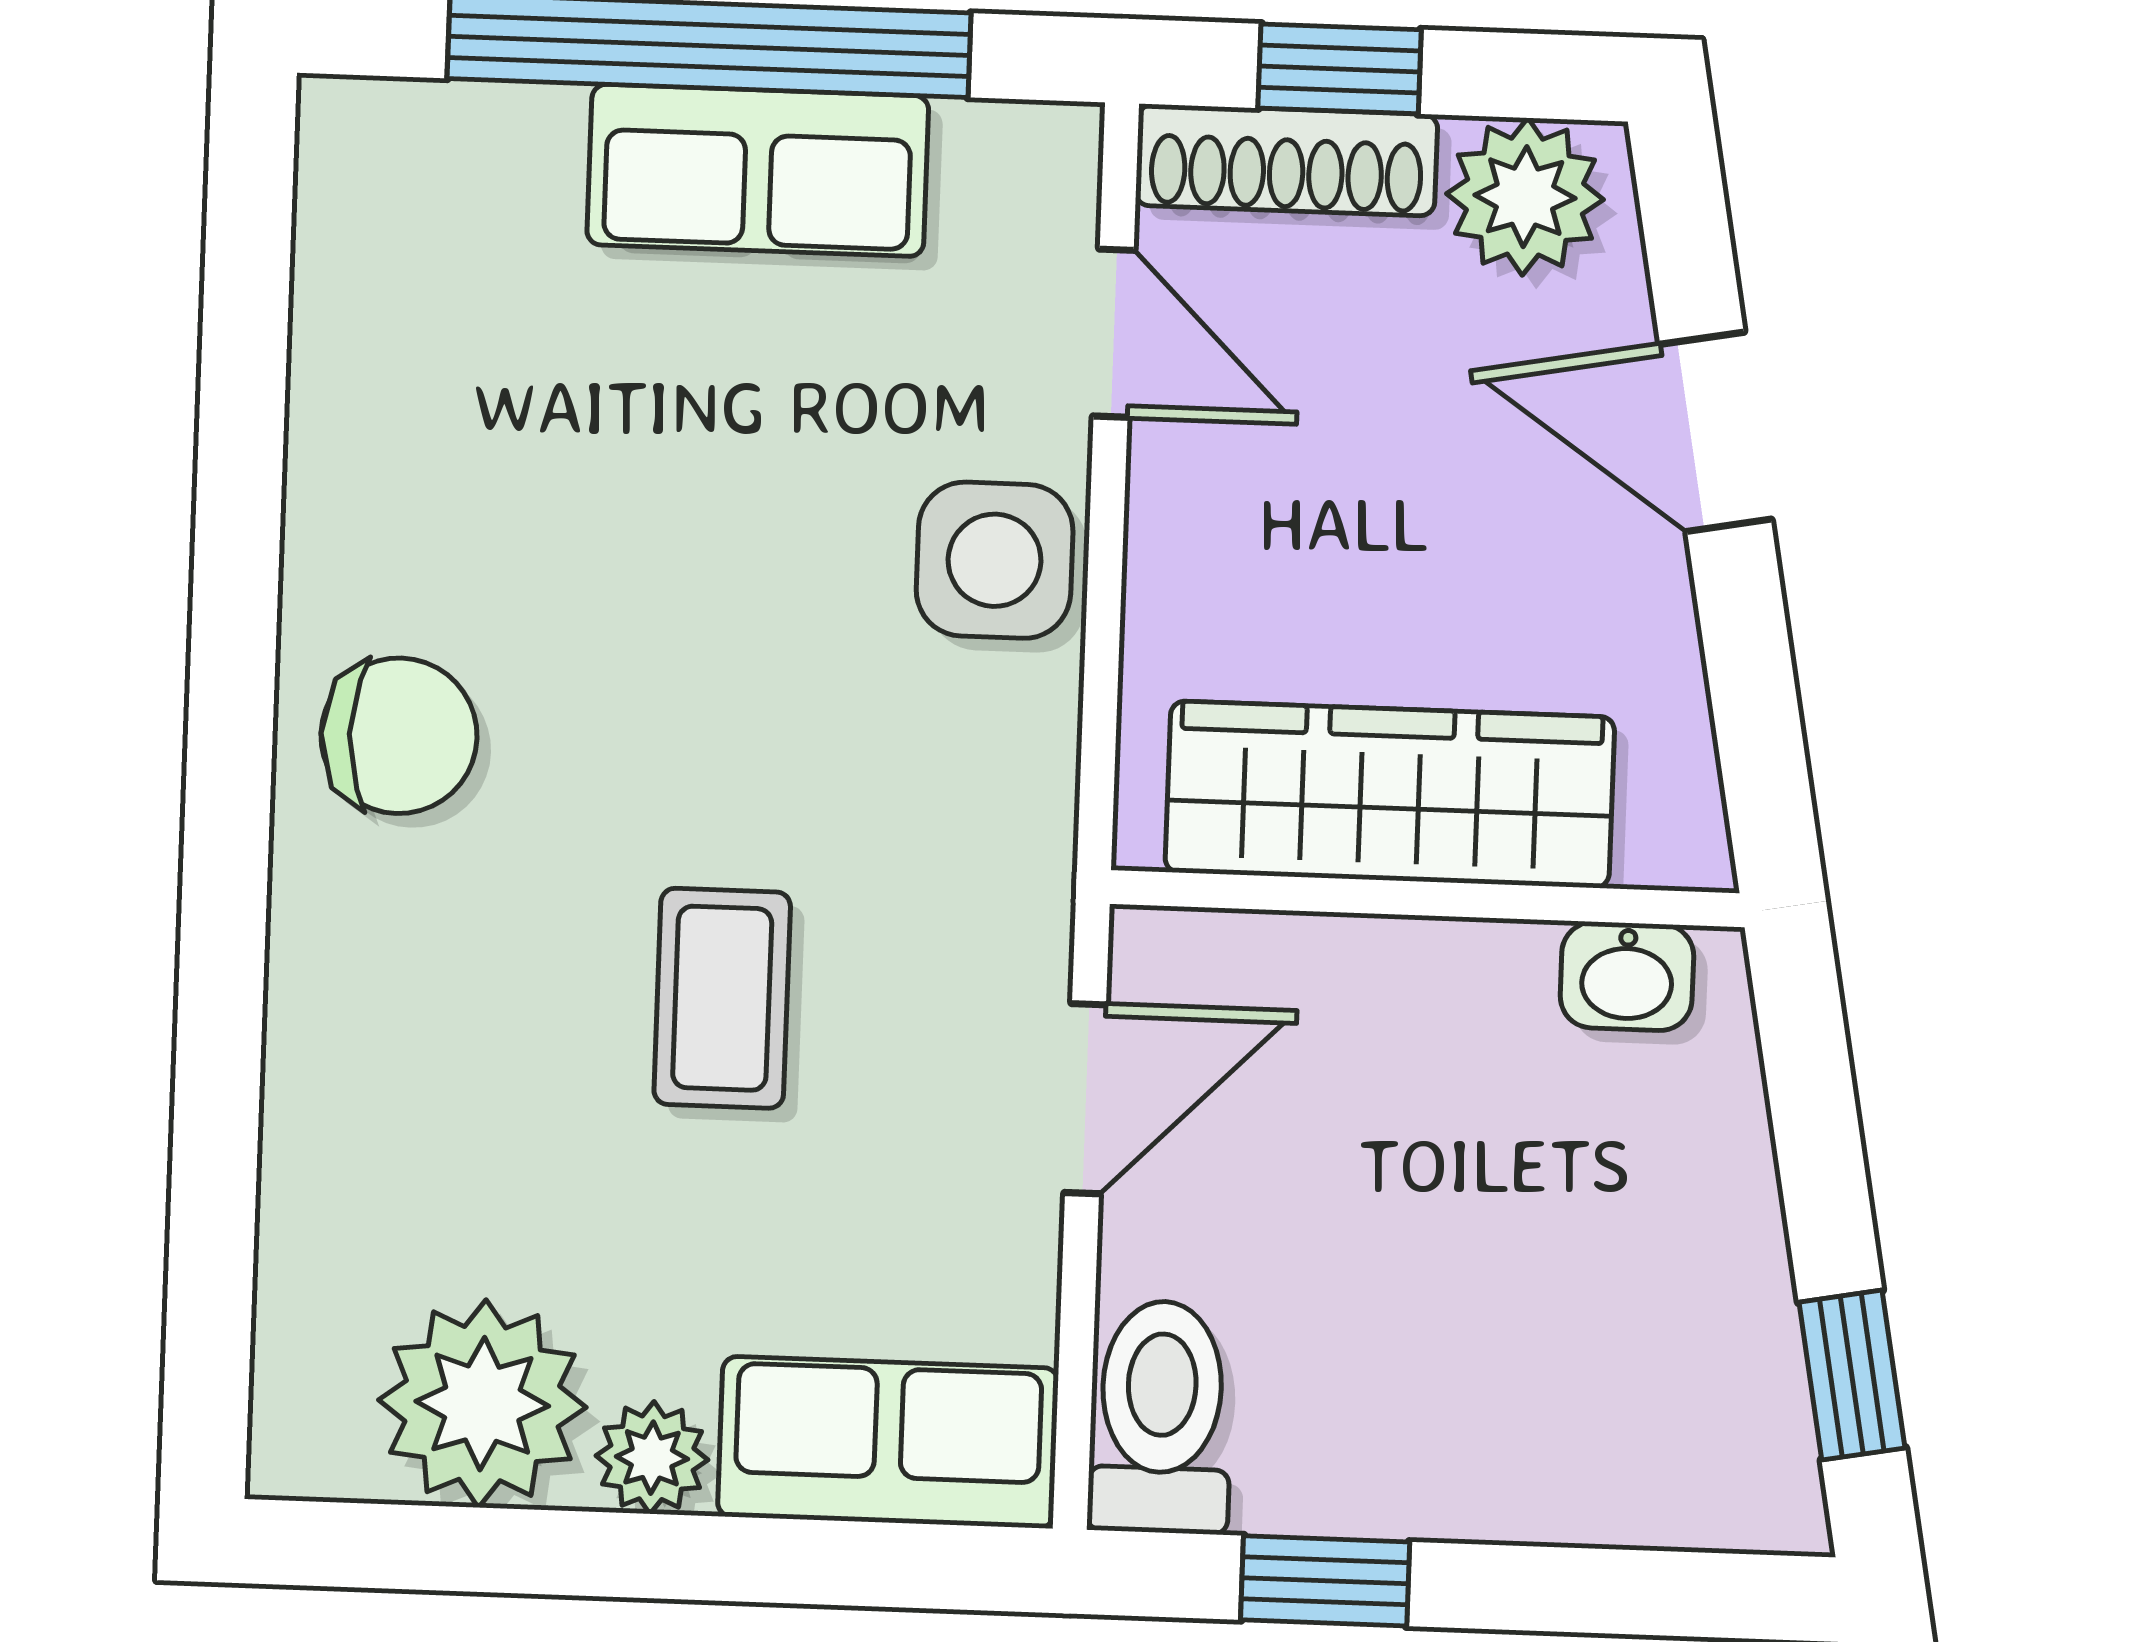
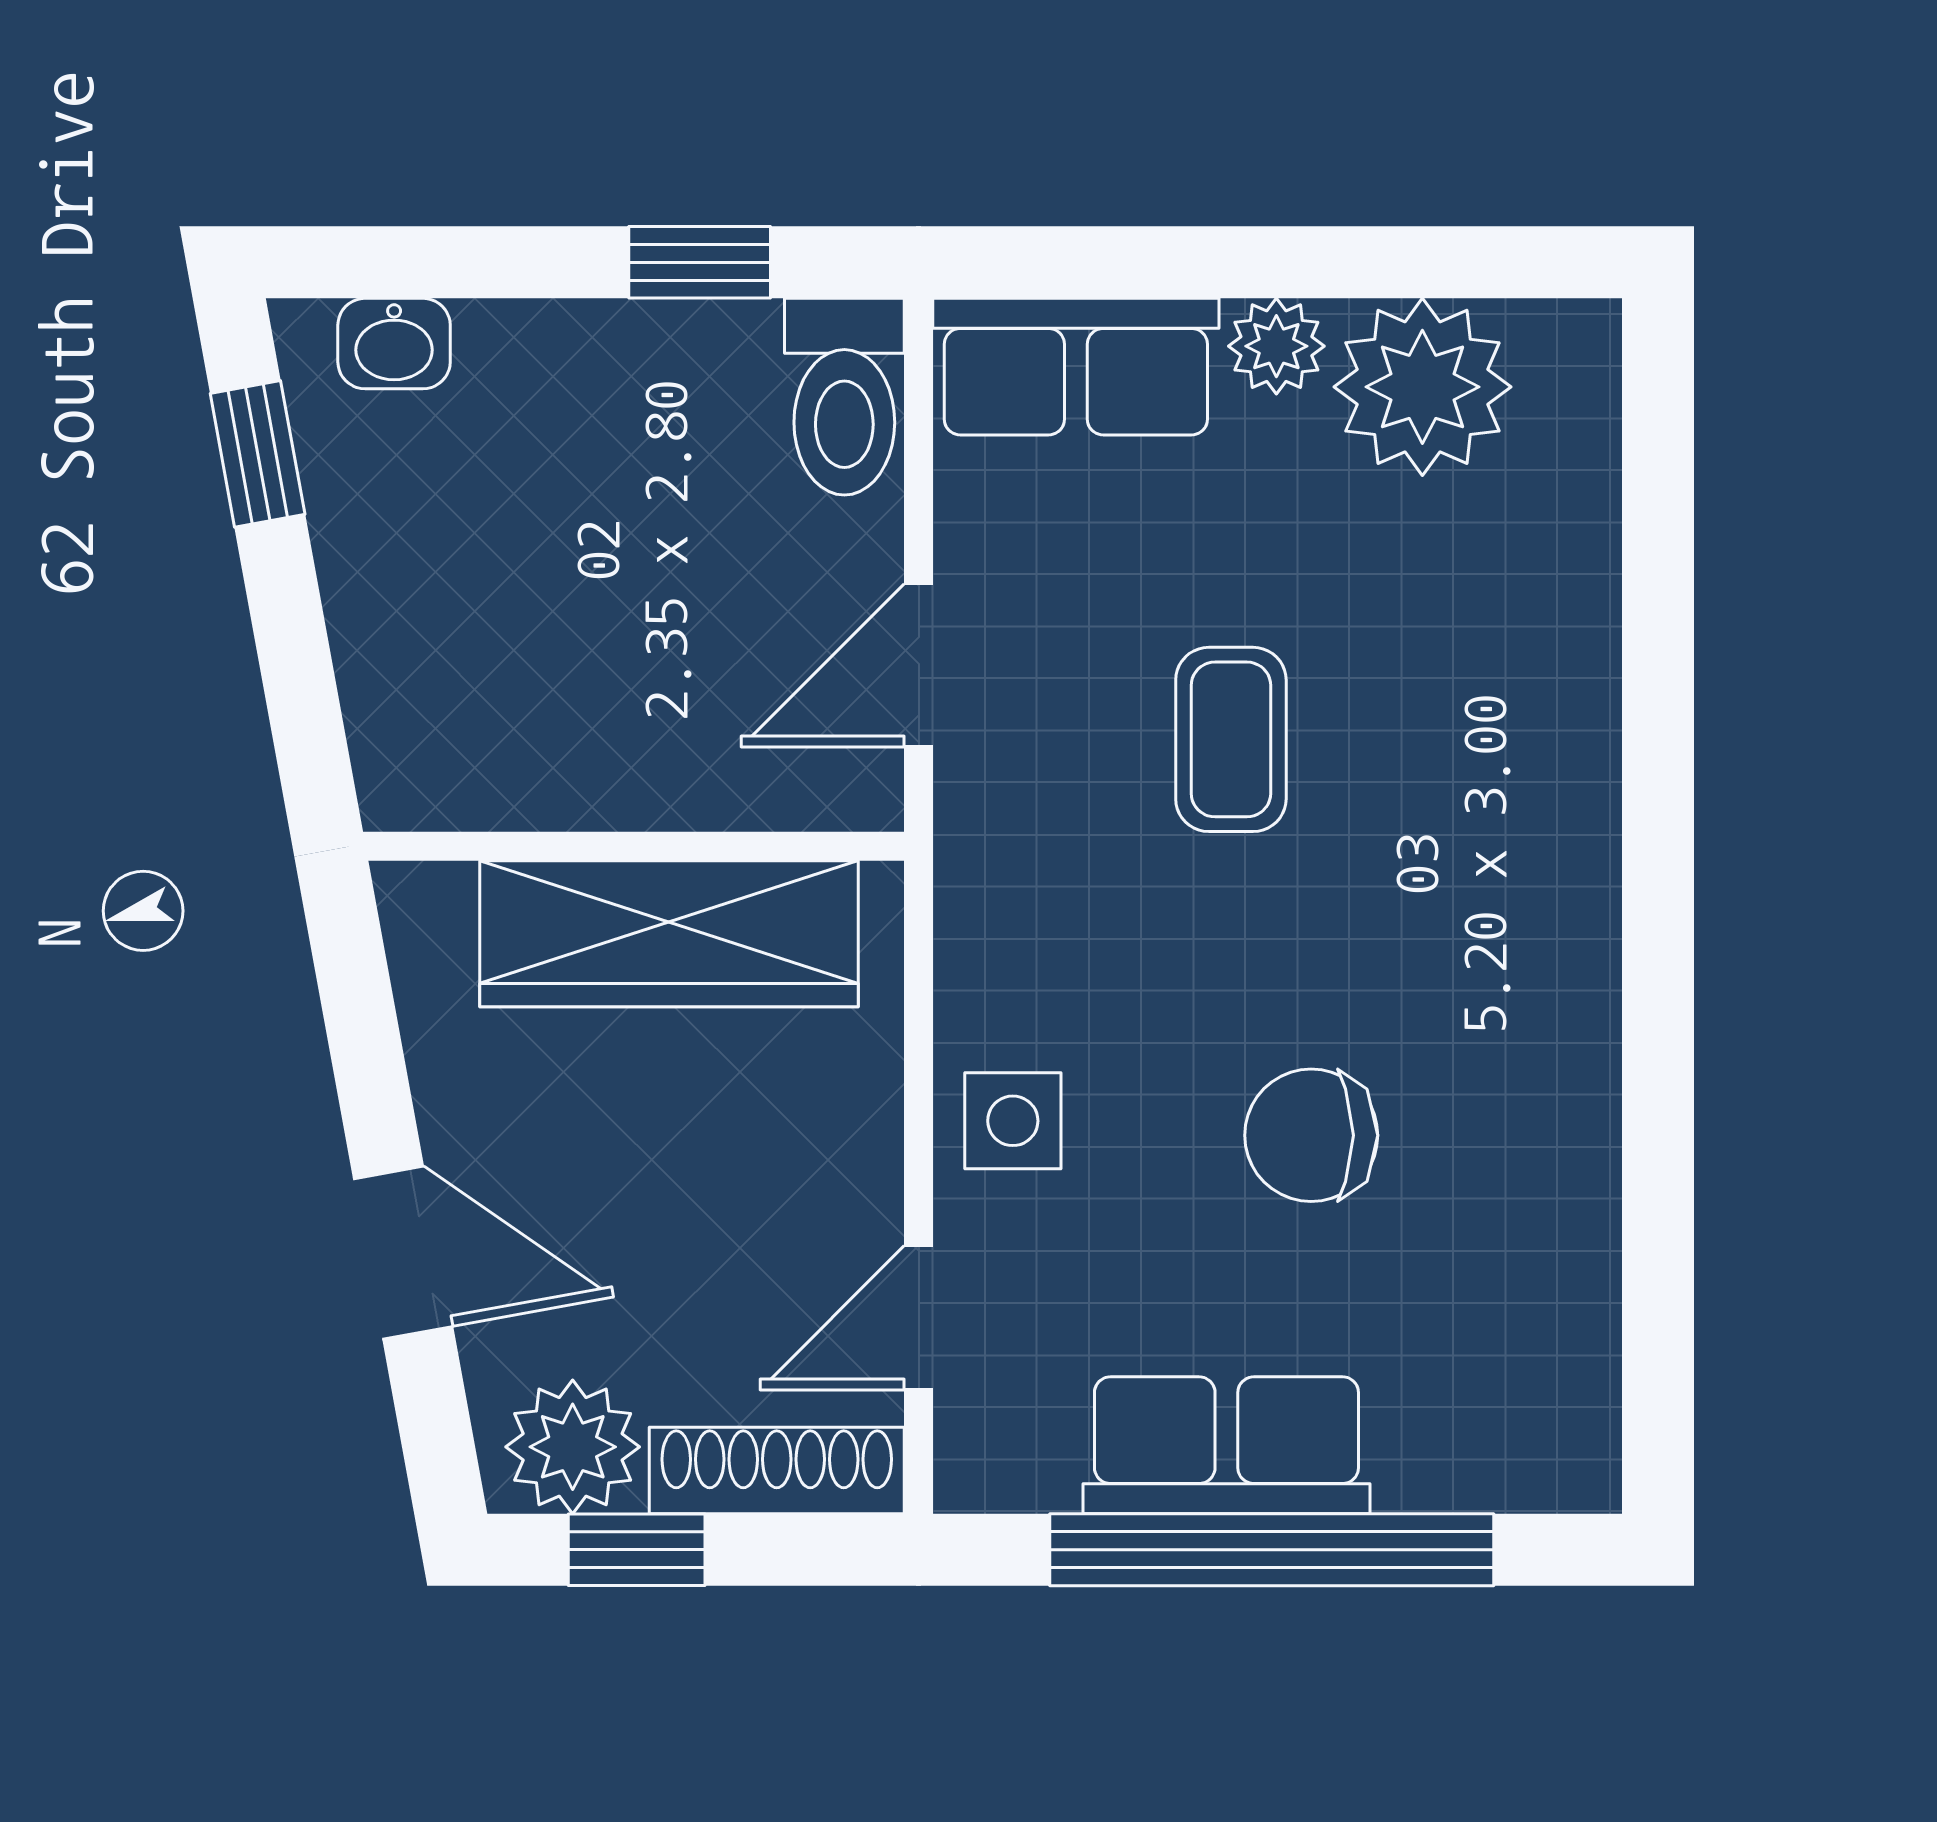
window: (1340, 69) -> (637, 1550), moved
door: (1114, 333) -> (919, 1318), hinge flipped
side table: (995, 560) -> (1013, 1121), width x0.73, depth x0.73
chair: (399, 736) -> (1311, 1135), moved
washbasin: (1627, 976) -> (394, 344), moved, turned 180

